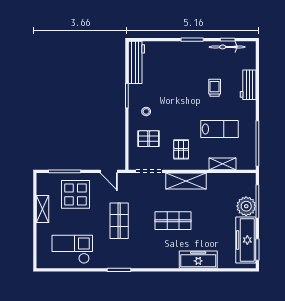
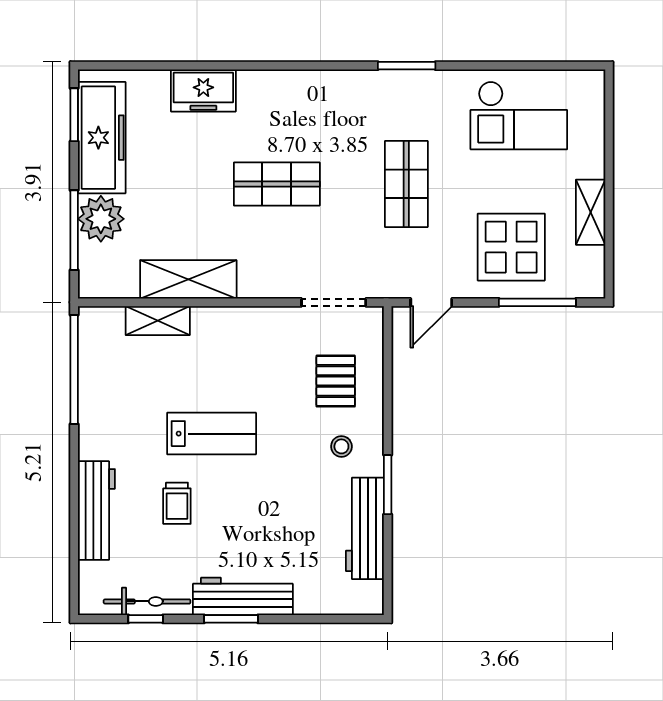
workbench: (187, 49) -> (243, 596), added
workbench: (136, 62) -> (365, 528), moved
workbench: (248, 85) -> (96, 511), width x1.38
lab bench: (219, 129) -> (212, 434), moved, turned 180
pallet: (149, 139) -> (336, 381), turned 90
pallet: (181, 149) -> (257, 356), removed
door: (109, 171) -> (431, 302), swing flipped
shelving: (186, 181) -> (188, 279), moved
freezer: (198, 260) -> (203, 90), width x0.71

